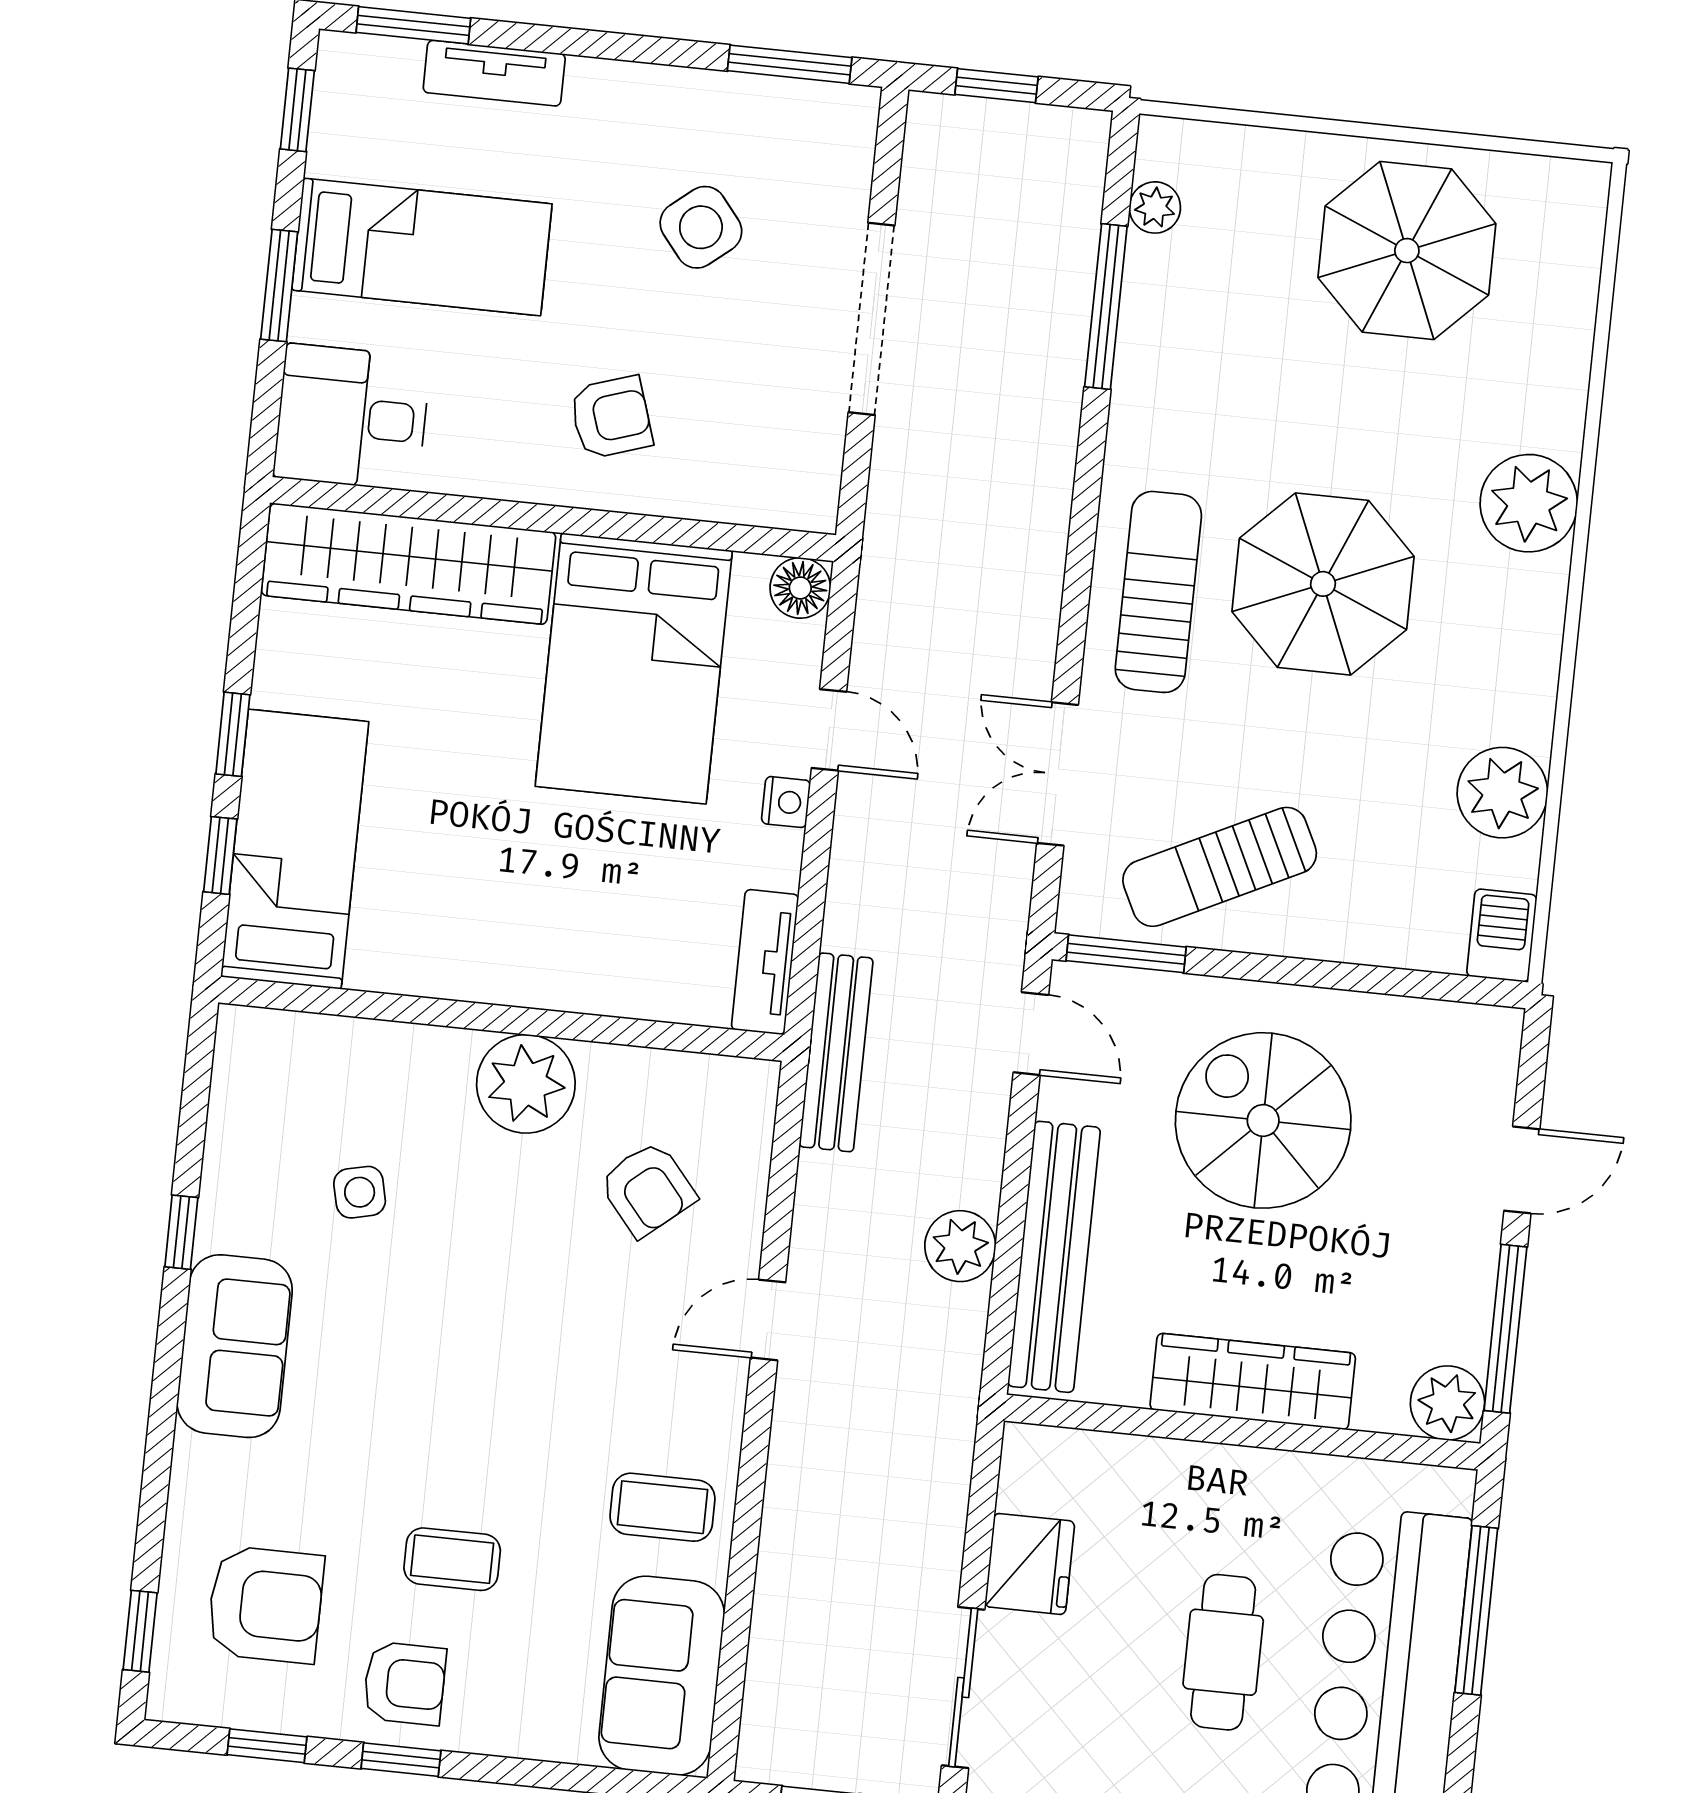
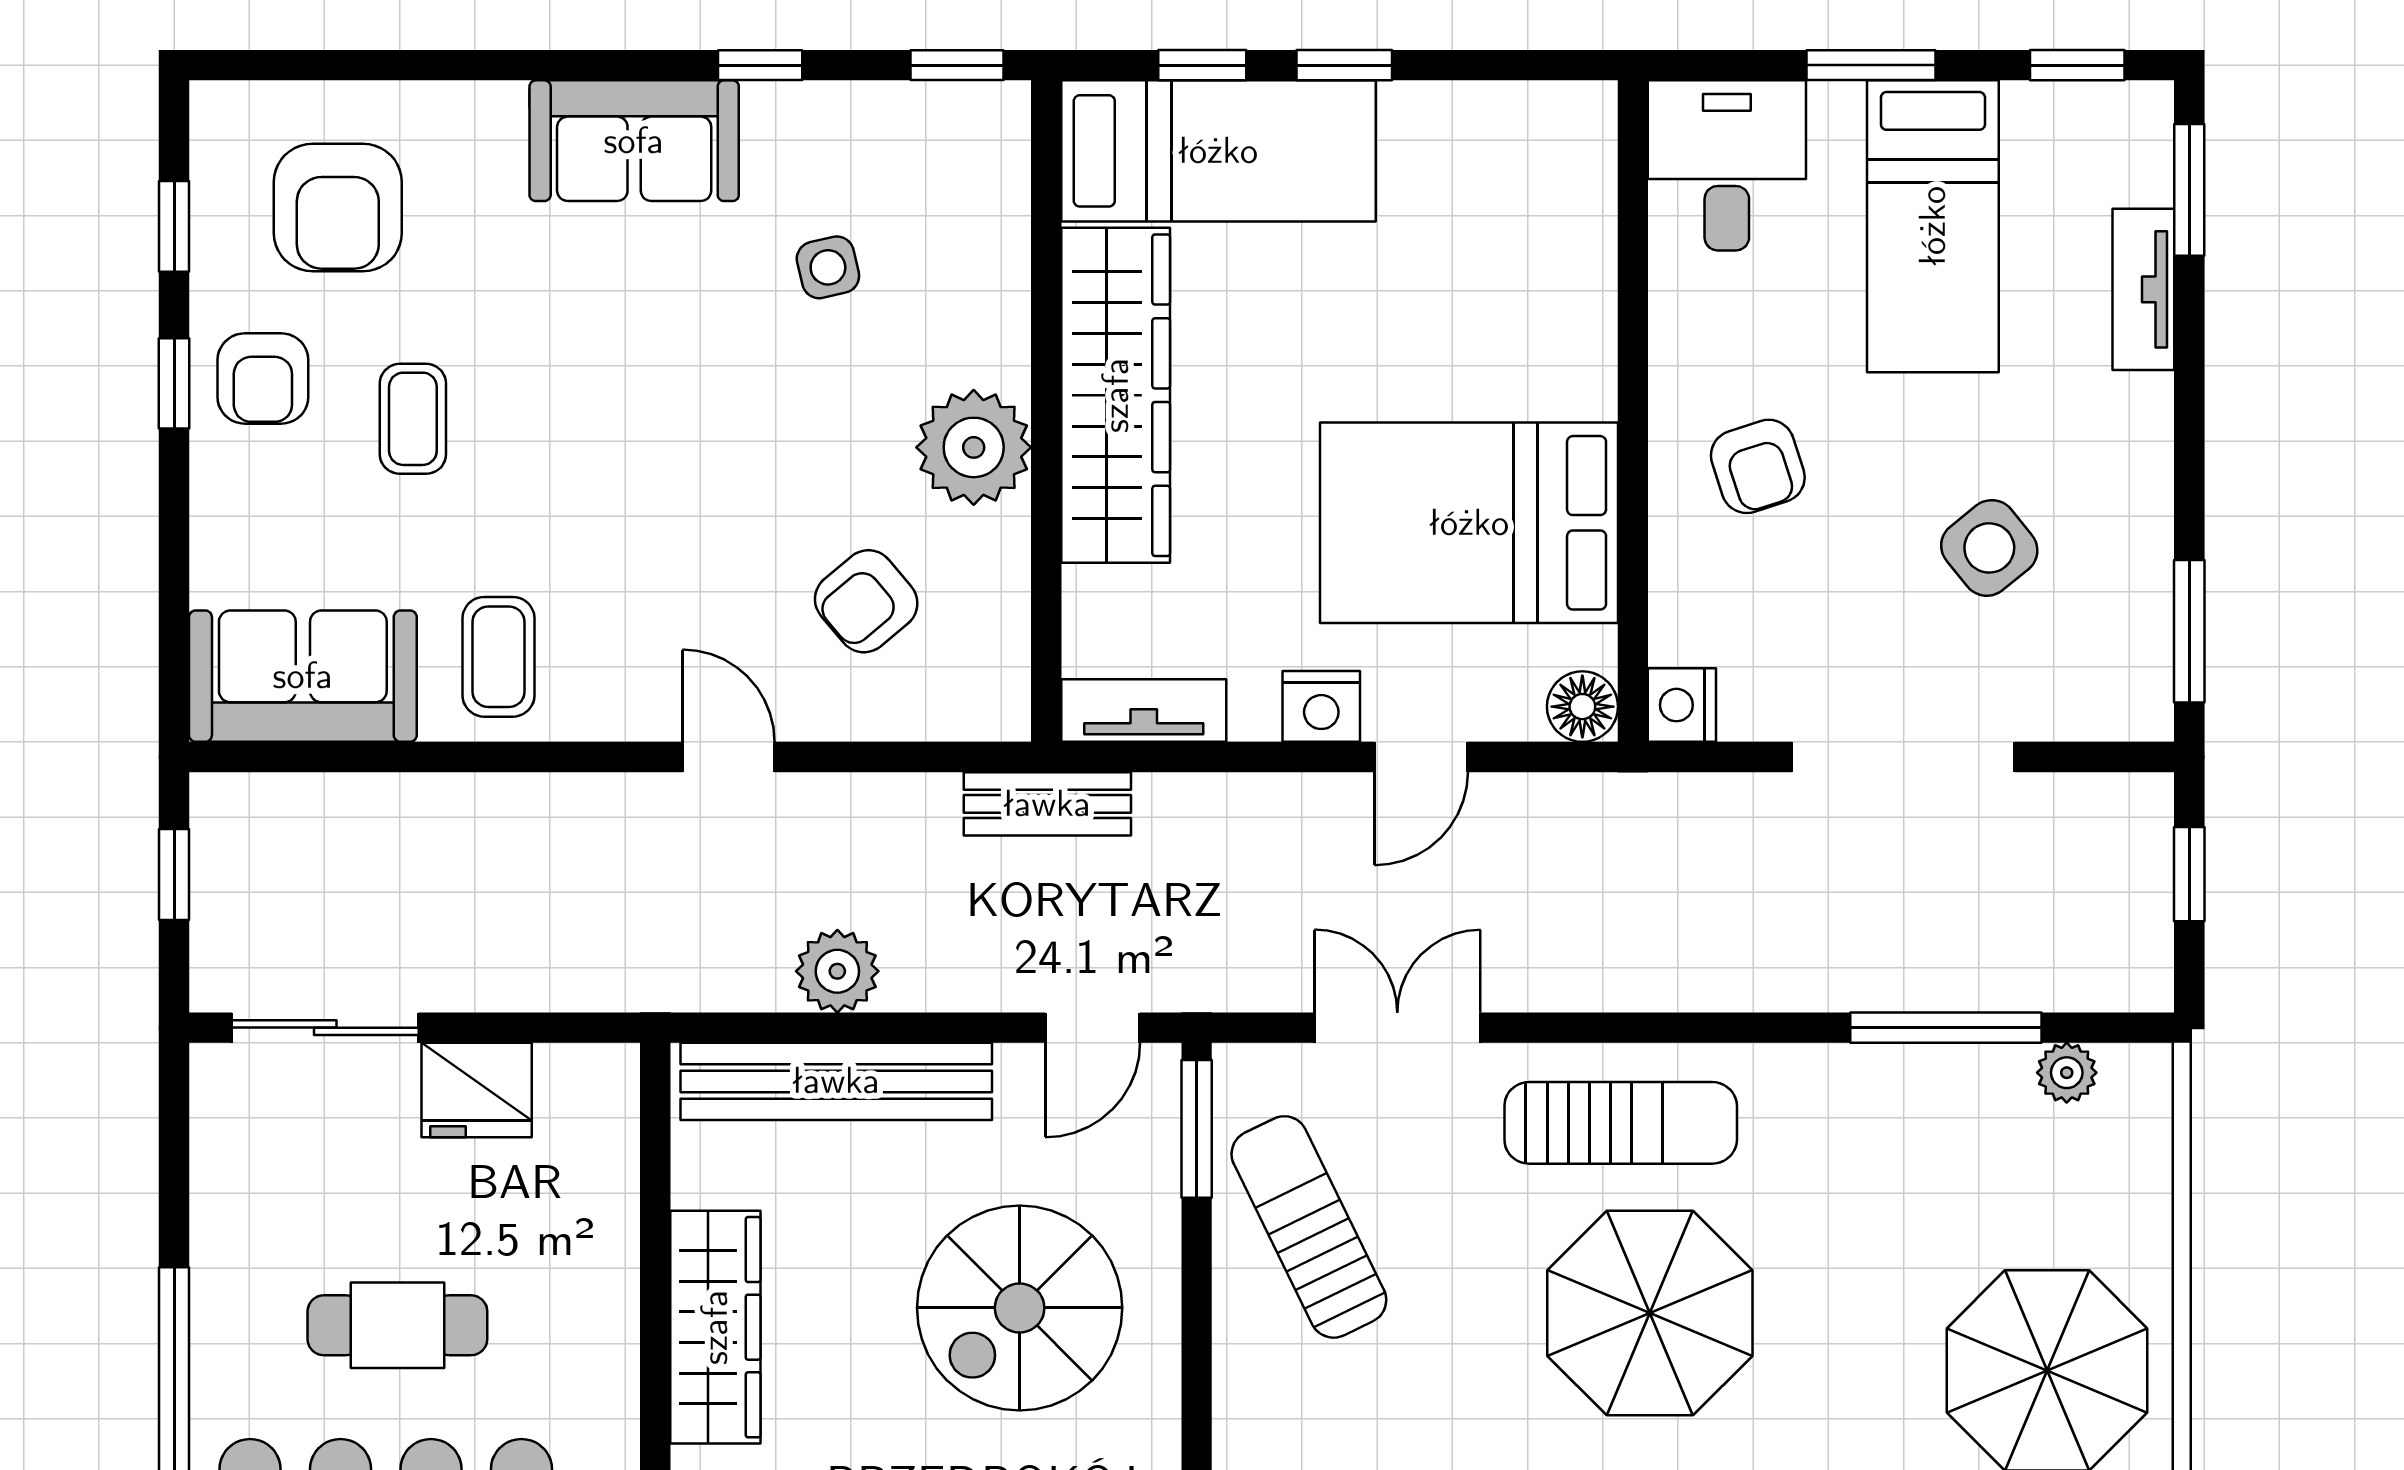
nightstand: (808, 503) -> (1682, 705), added
wardrobe: (409, 564) -> (1116, 395), moved, turned 180
nightstand: (786, 802) -> (1321, 706), width x1.39, depth x1.35
bench: (836, 1052) -> (1047, 804), width x0.73
spiral stairs: (1263, 1120) -> (1020, 1308), turned 180
window: (140, 1631) -> (957, 65), moved

